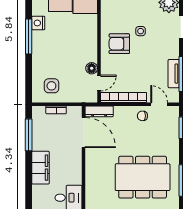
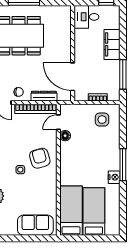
armchair: (119, 44) -> (40, 158), turned -106
dresser: (99, 111) -> (44, 96), moved

